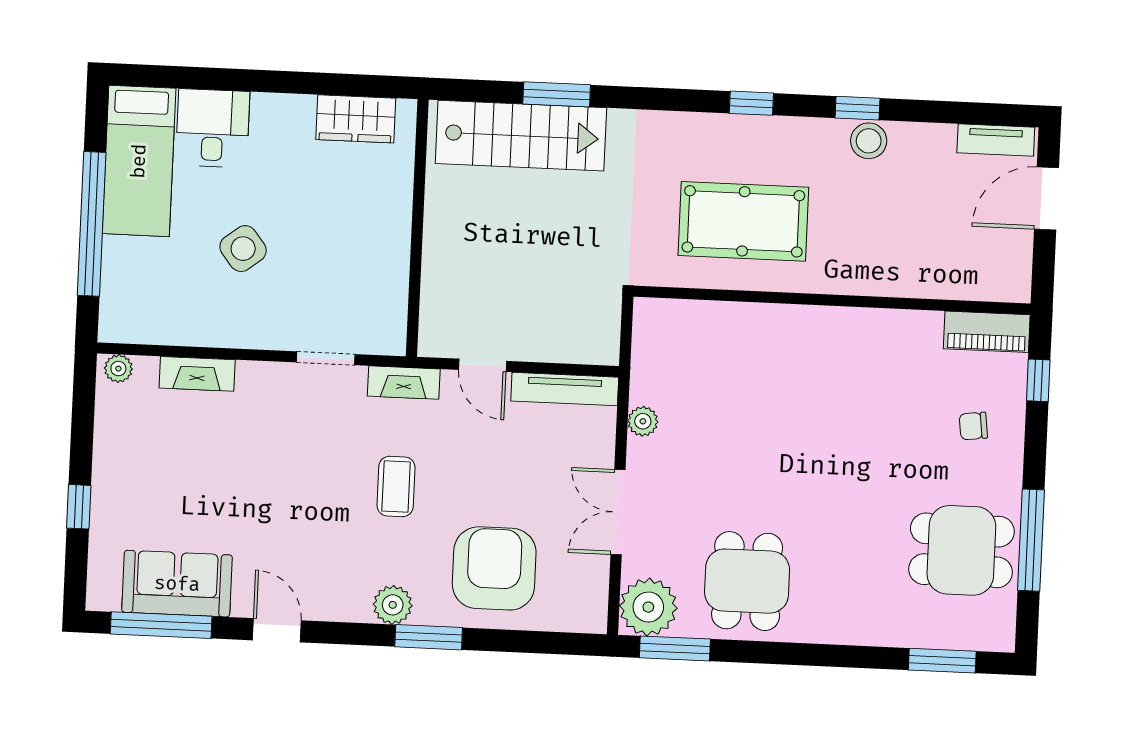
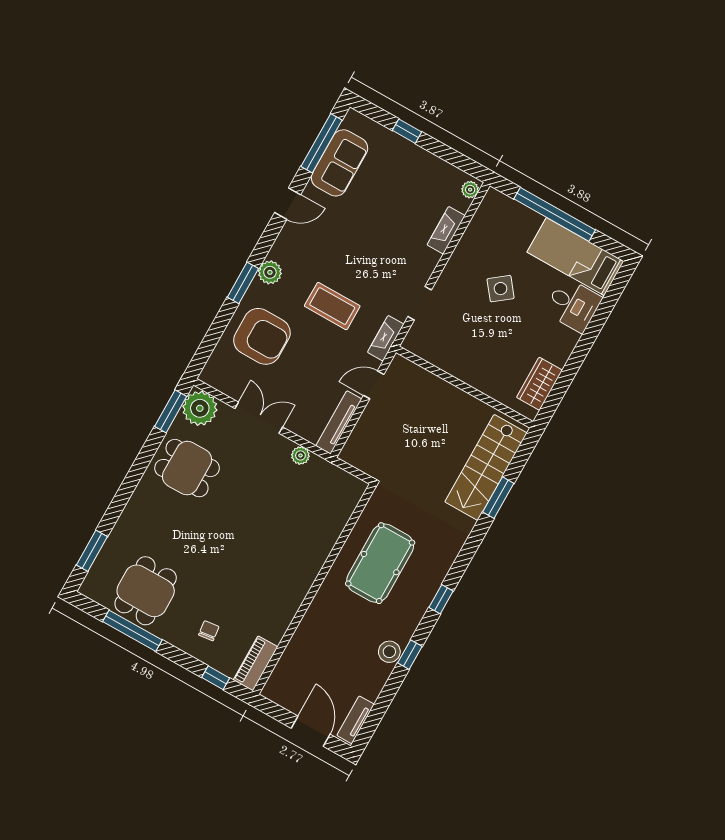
coffee table: (396, 486) -> (332, 306), width x1.36, depth x1.30

